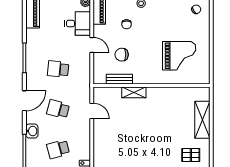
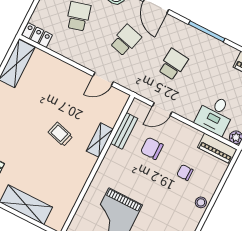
door: (92, 45) -> (162, 109), moved
chair: (122, 55) -> (152, 148), turned -90
trolley: (143, 121) -> (60, 134), added

